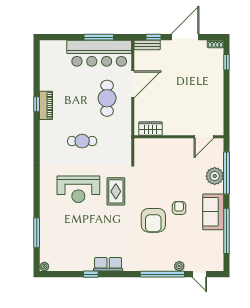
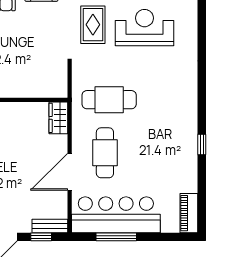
piano: (46, 105) -> (189, 213), moved
wardrobe: (150, 129) -> (58, 118), moved, turned 90
cafe table: (82, 141) -> (109, 100), moved, width x1.37, depth x1.35

